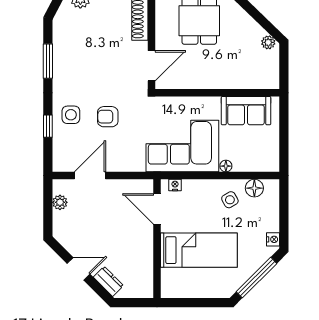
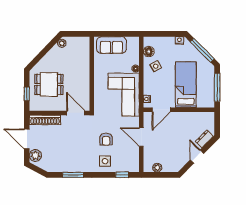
sofa: (246, 111) -> (111, 45), moved, turned 90
window: (48, 126) -> (122, 175), moved
door: (90, 176) -> (141, 137), moved
window: (195, 303) -> (217, 87), added

